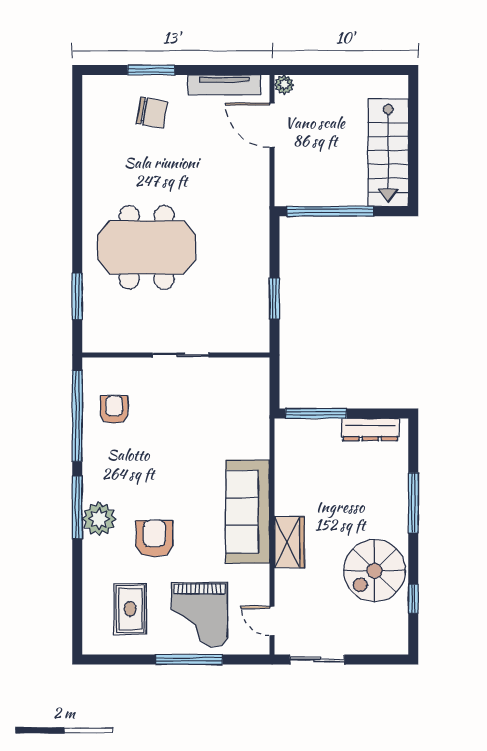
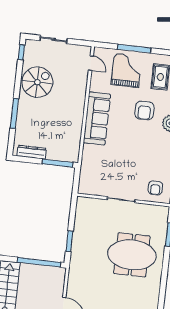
window: (274, 298) -> (69, 241), moved
armchair: (114, 410) -> (155, 188), moved
wardrobe: (289, 542) -> (78, 101), removed
window: (413, 599) -> (21, 52), moved
sliding door: (317, 659) -> (54, 39), moved

